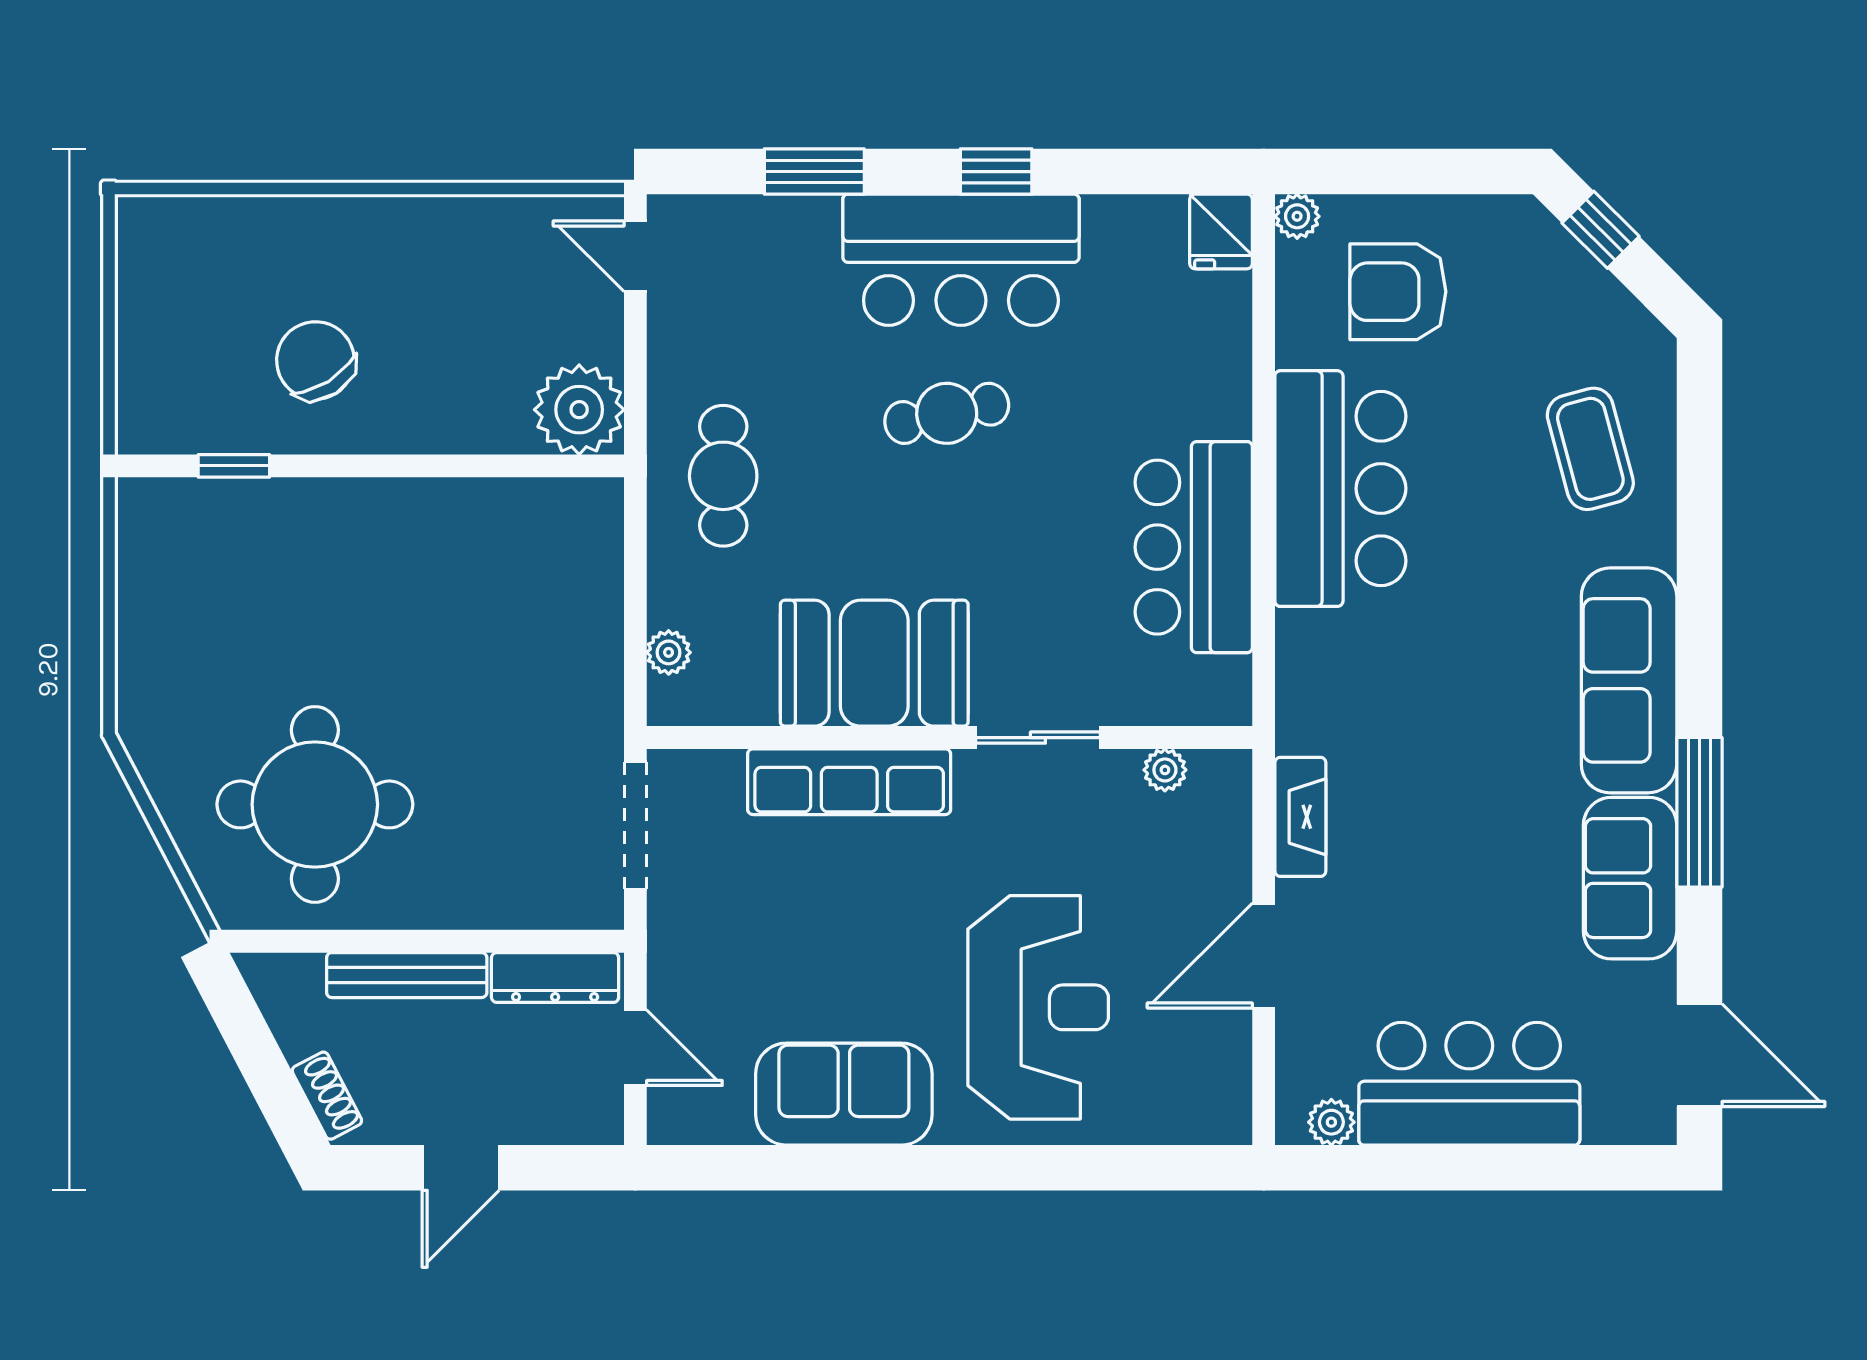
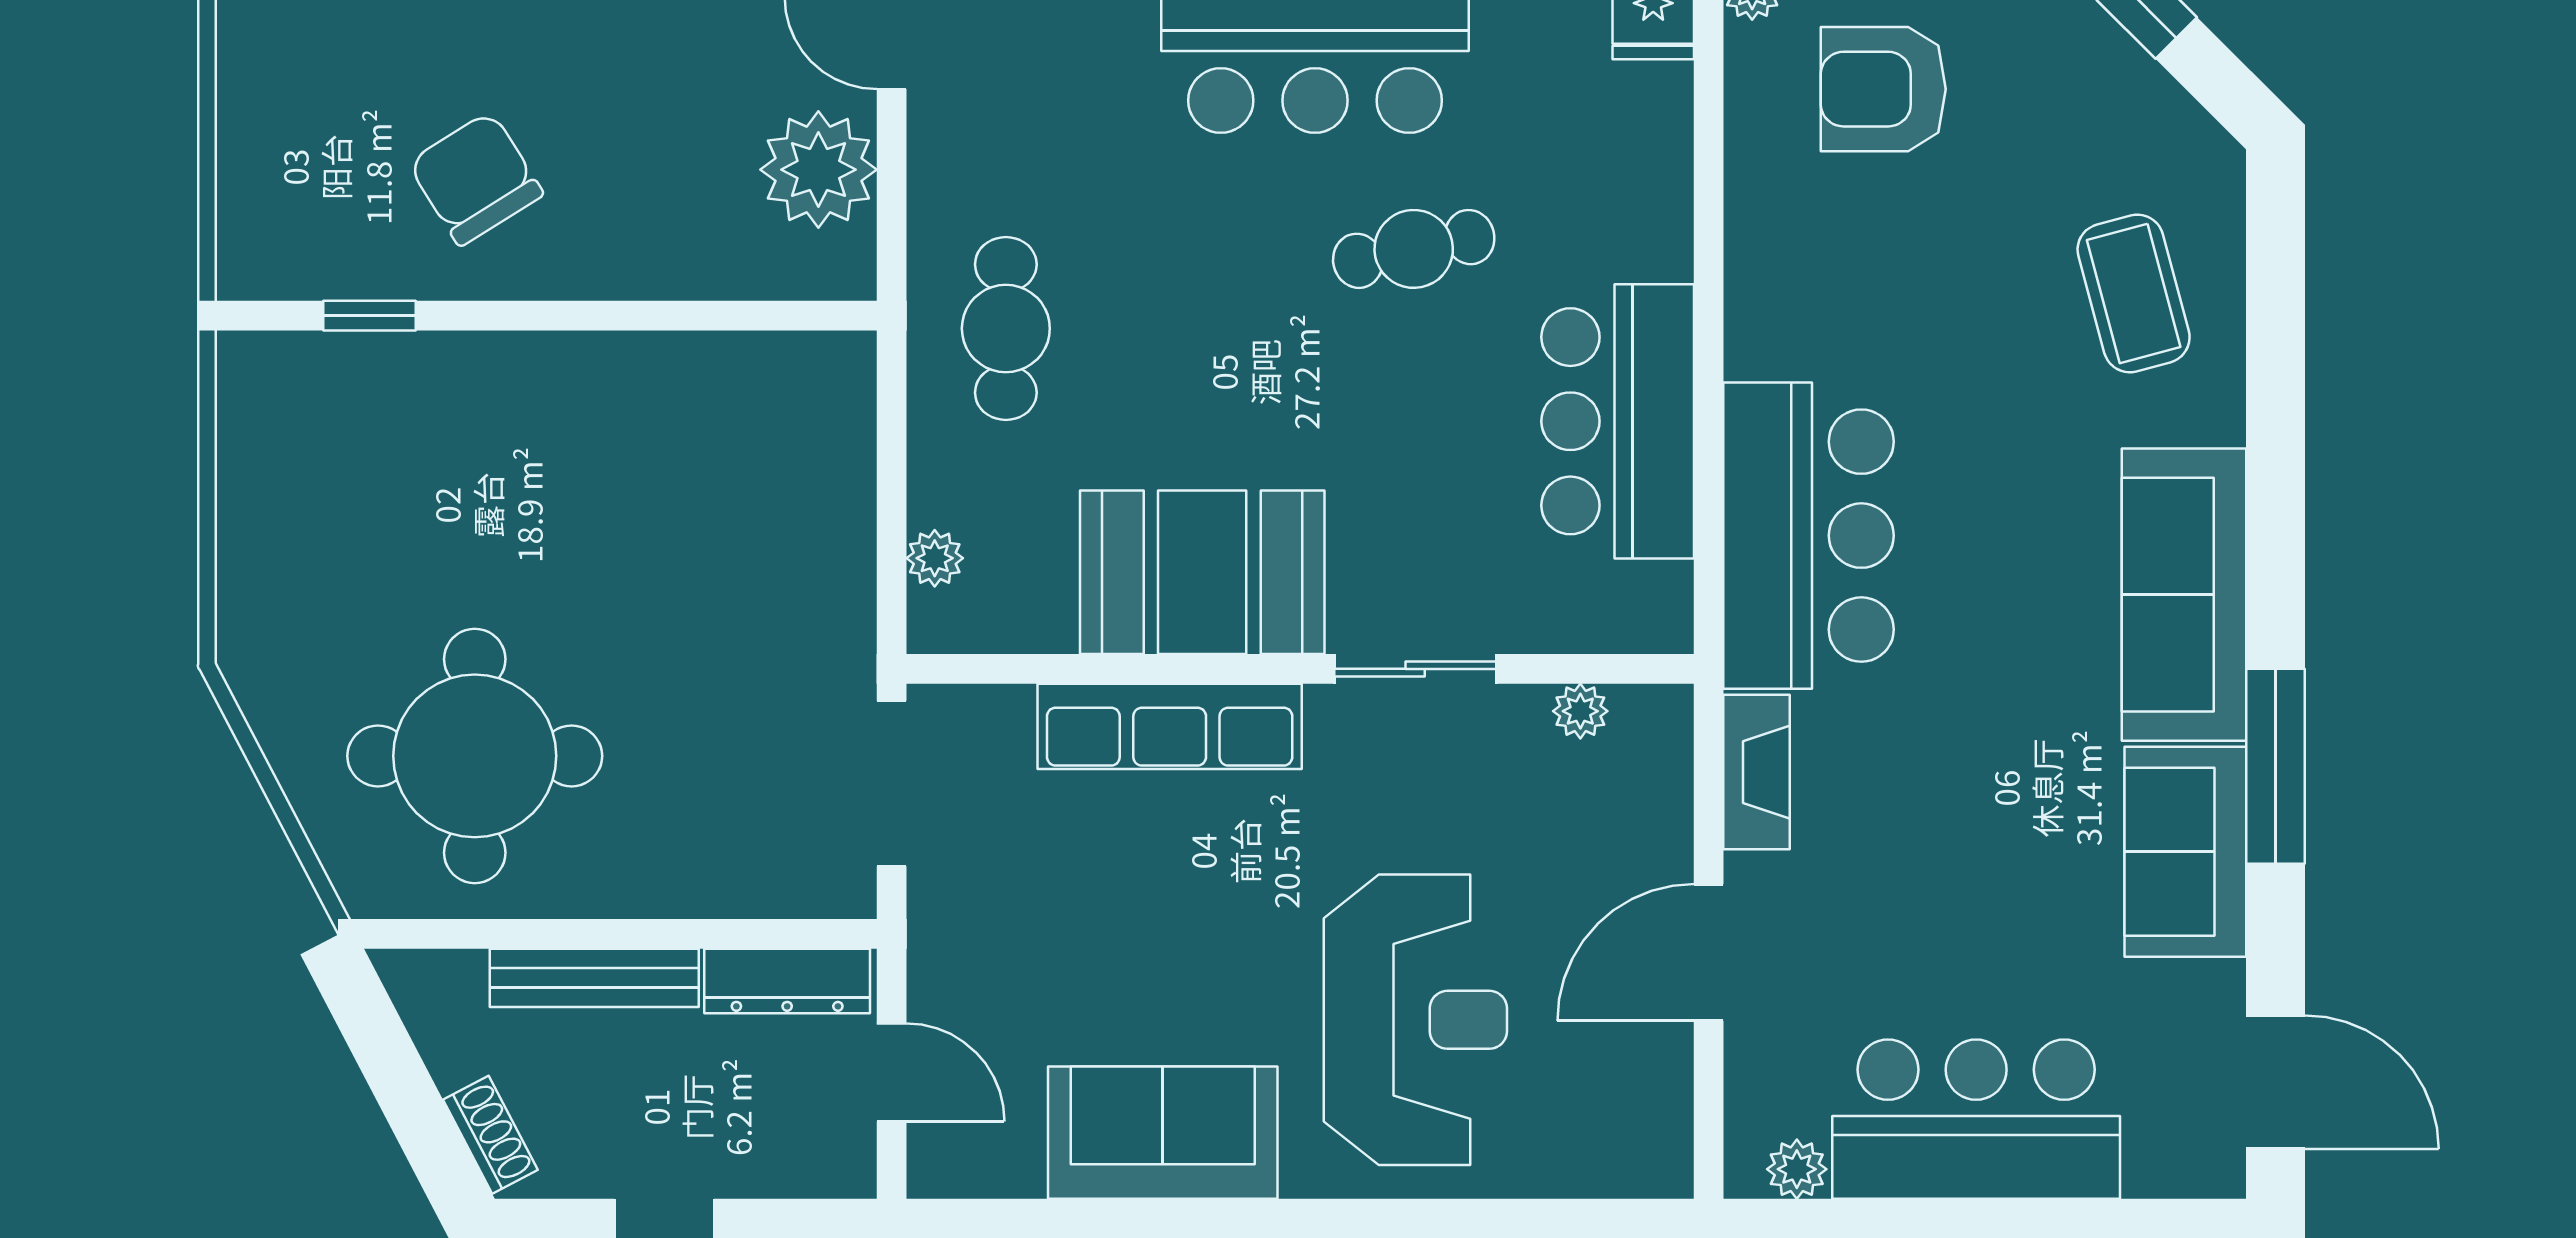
plant: (579, 410) -> (818, 170), moved
cafe table: (947, 413) -> (1414, 249), moved
bar counter: (1340, 489) -> (1808, 536), moved

